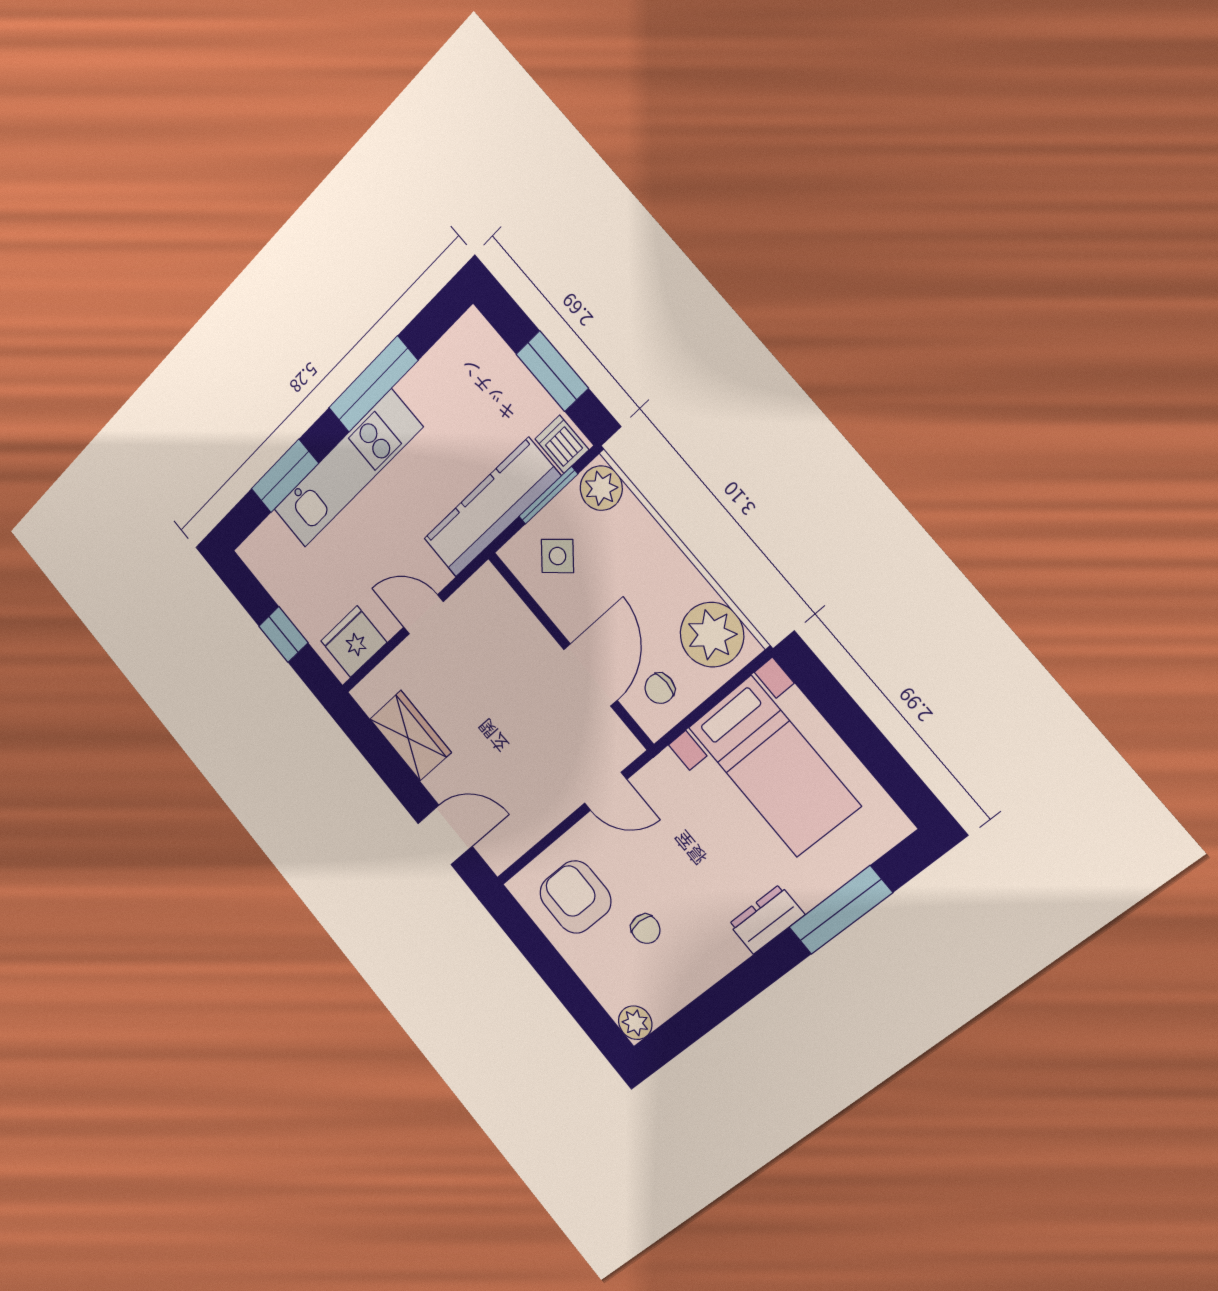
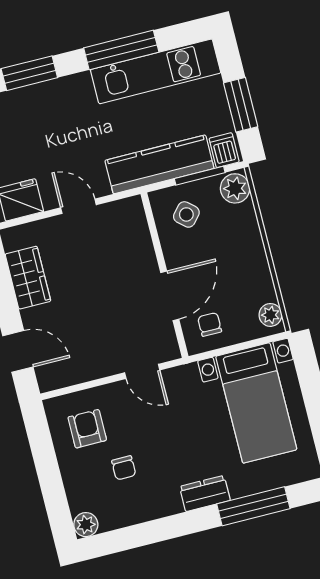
kitchen unit: (347, 469) -> (156, 71), moved
plant: (712, 635) -> (270, 315), width x0.53, depth x0.53
chair: (660, 688) -> (210, 324), turned 90
armchair: (575, 897) -> (87, 429), width x0.72, depth x0.72

